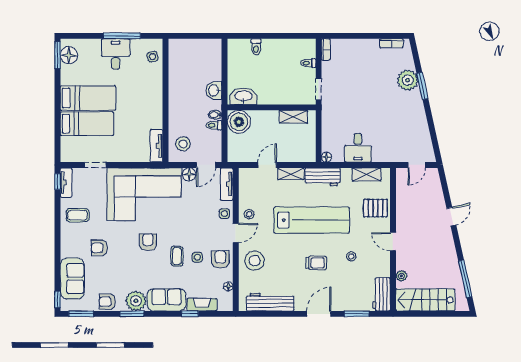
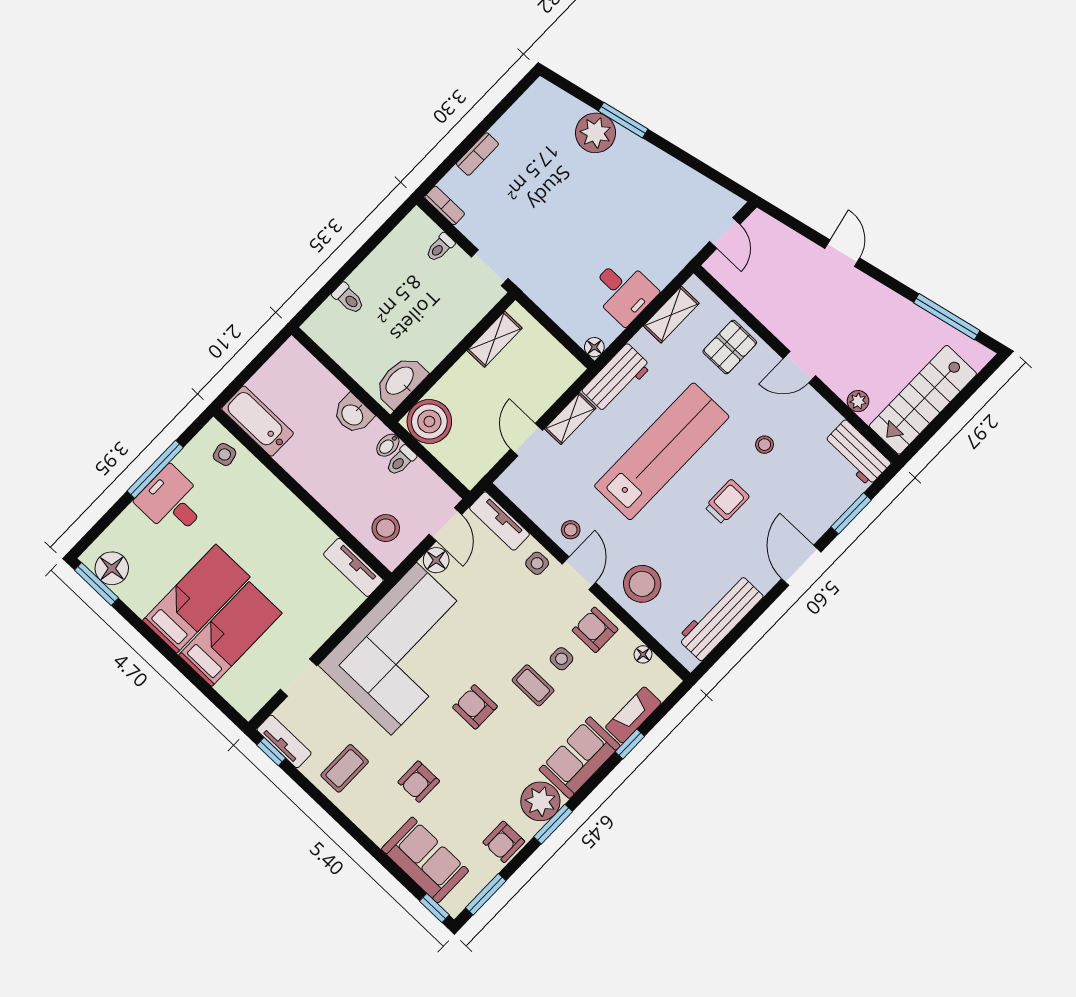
bookcase: (391, 43) -> (477, 154), moved
bathtub: (177, 57) -> (258, 421), added

